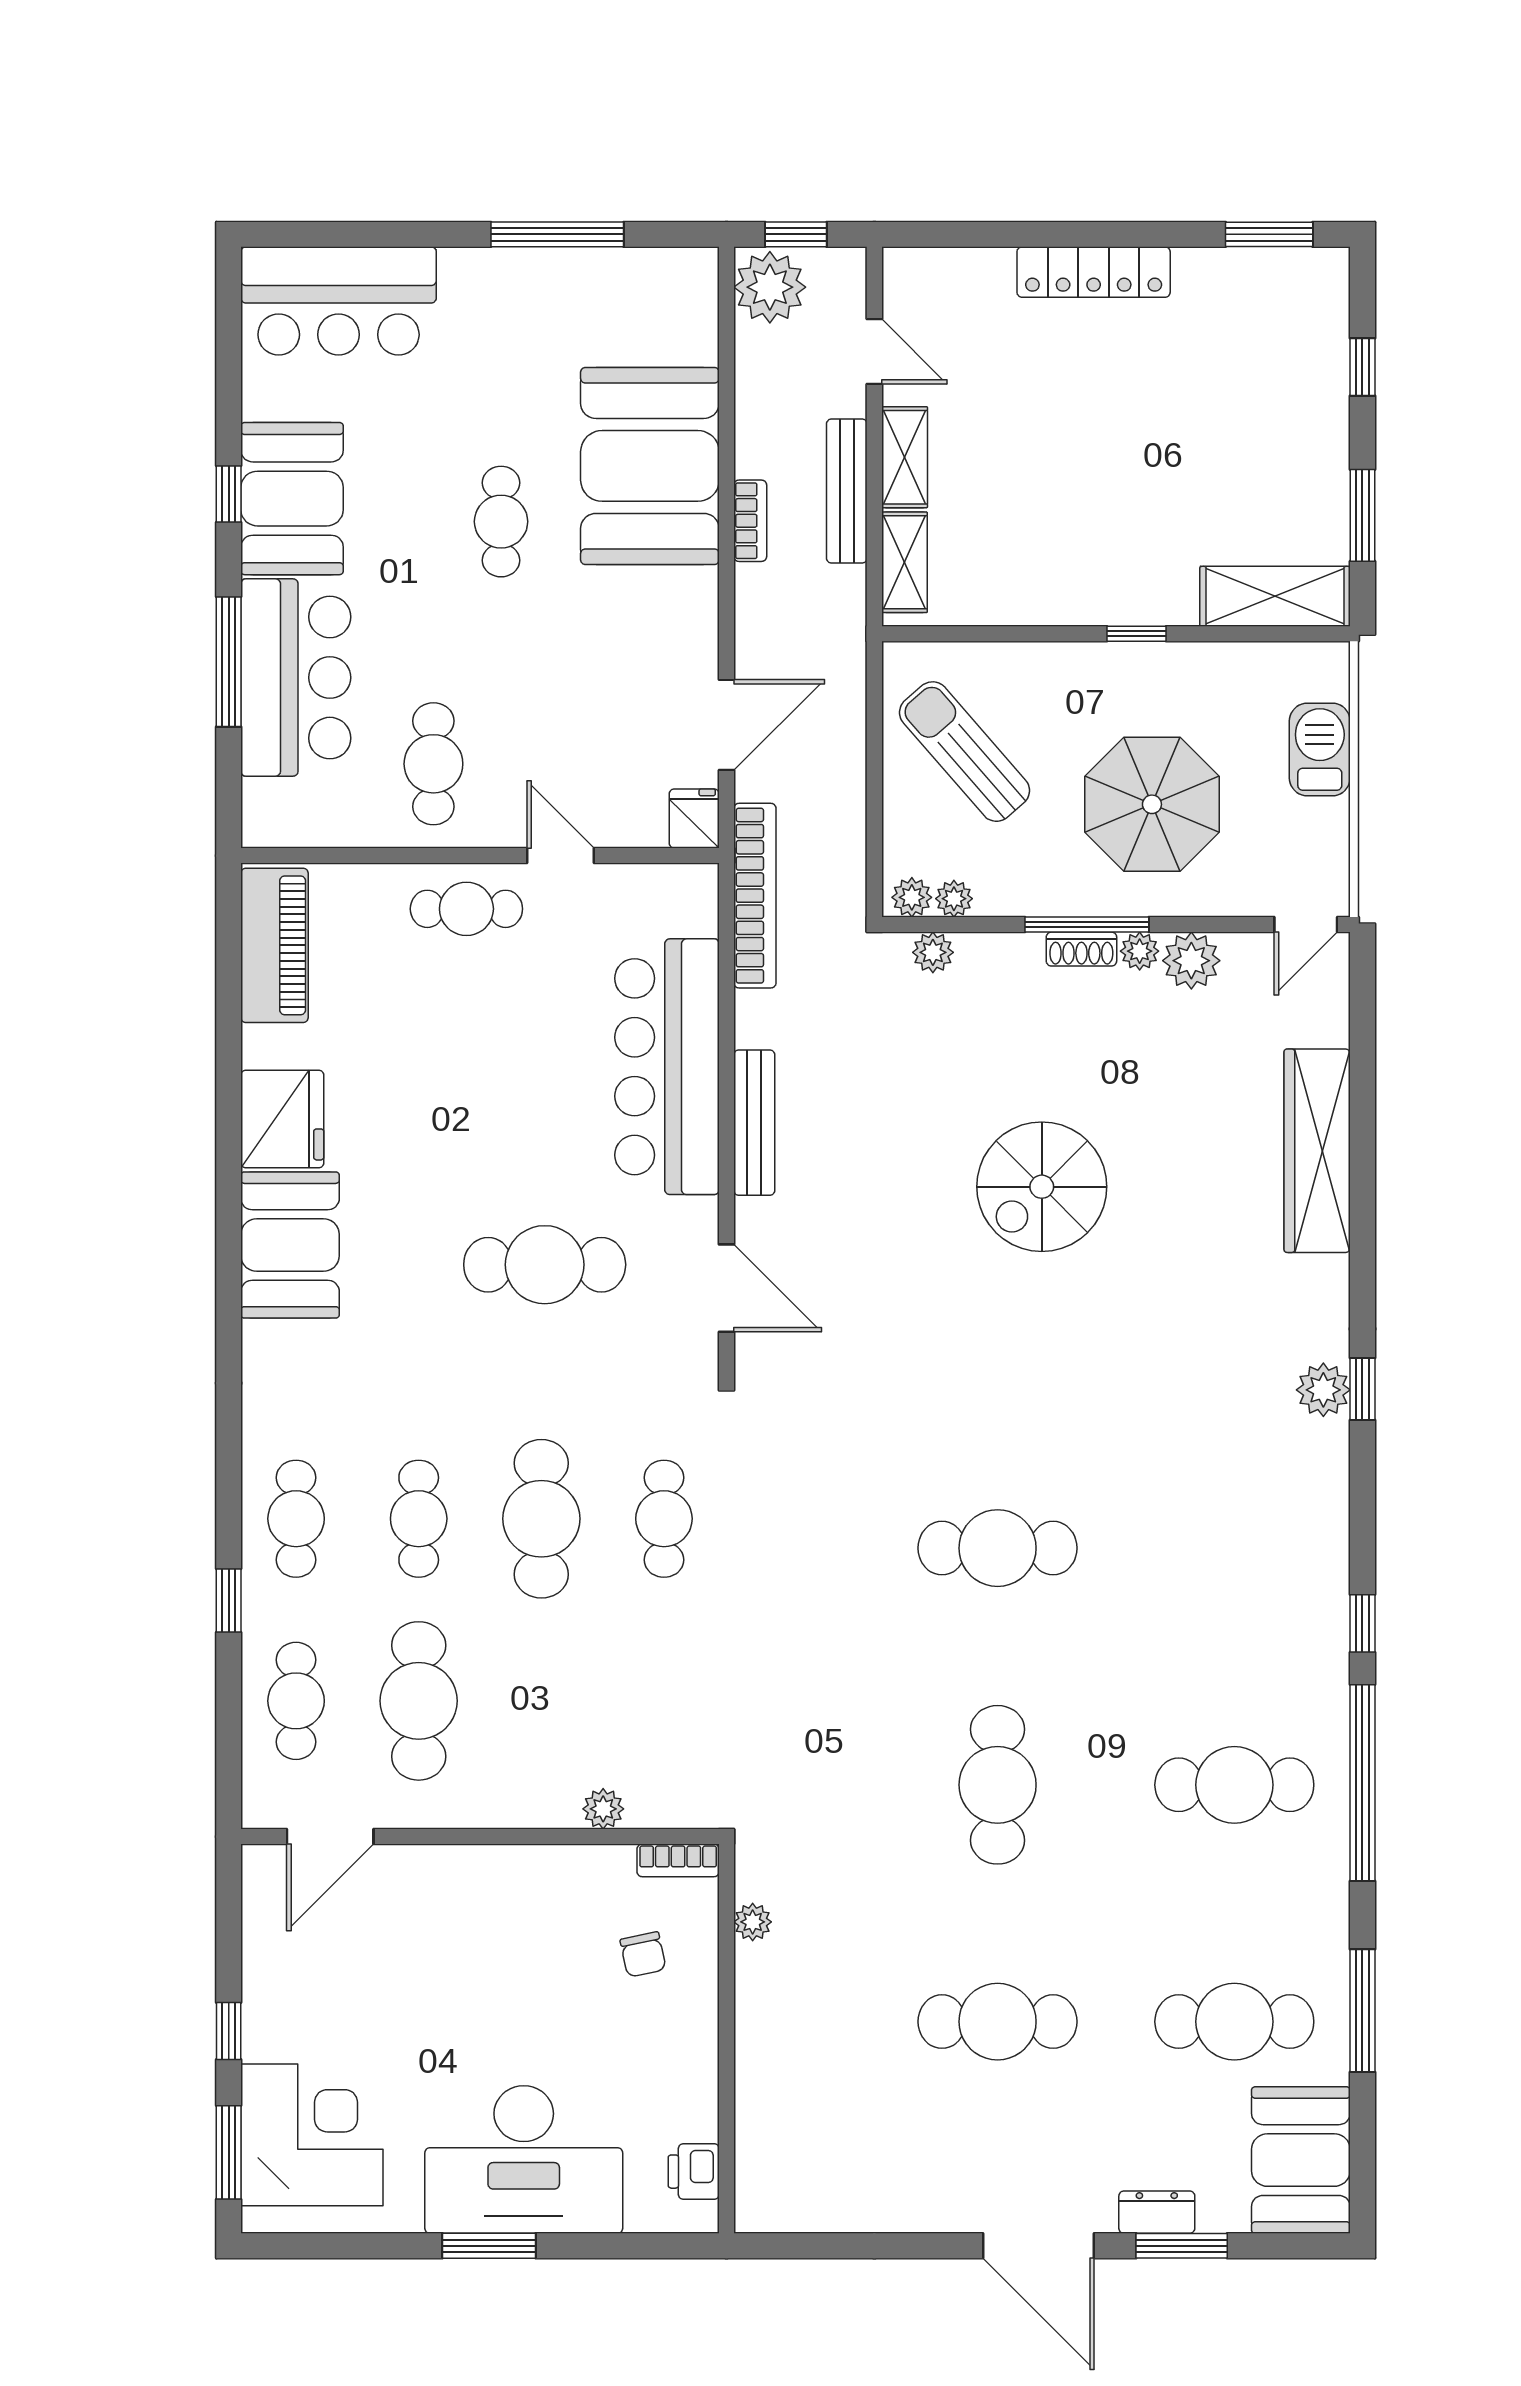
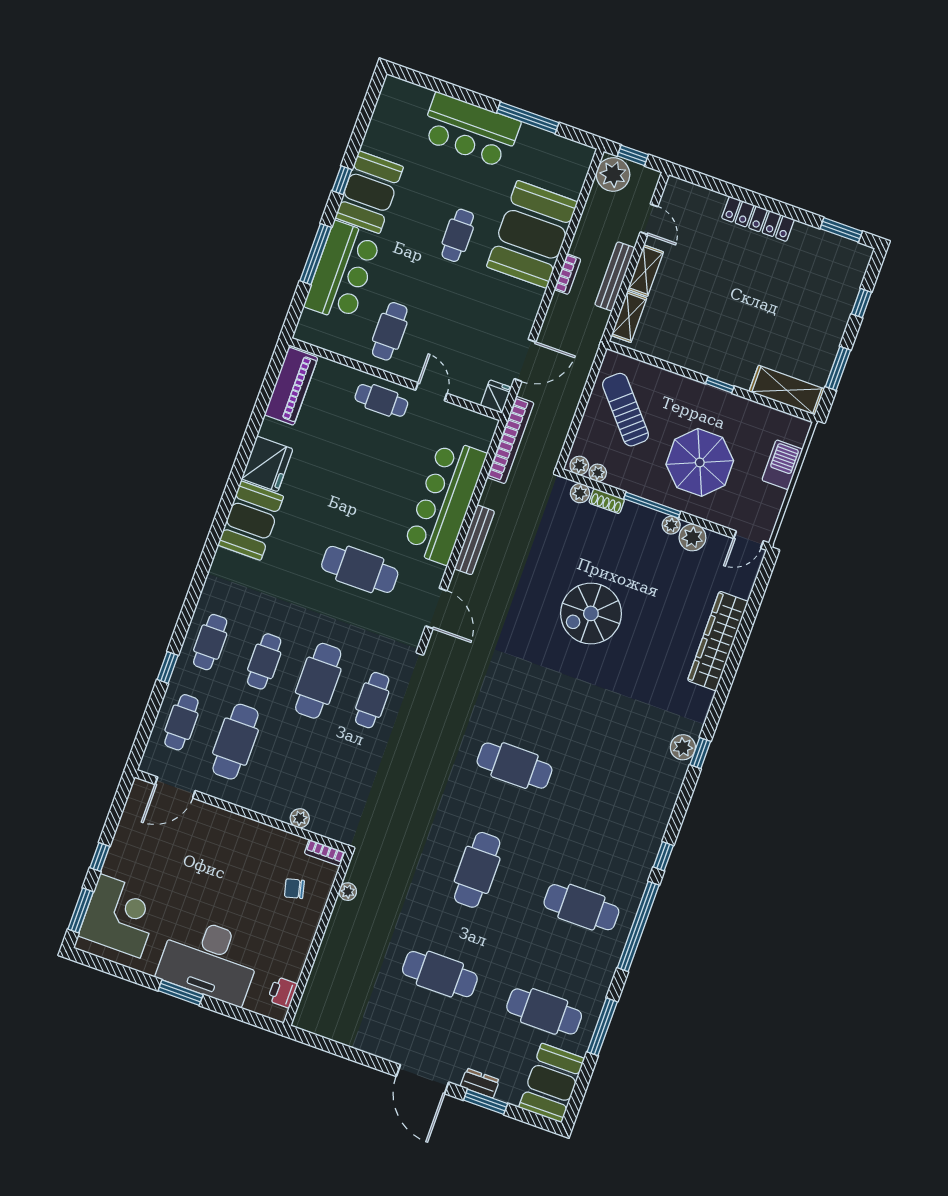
bar counter: (339, 301) -> (470, 130), moved
shoe rack: (1081, 949) -> (607, 501), moved
chair: (643, 1954) -> (294, 889), turned 88

